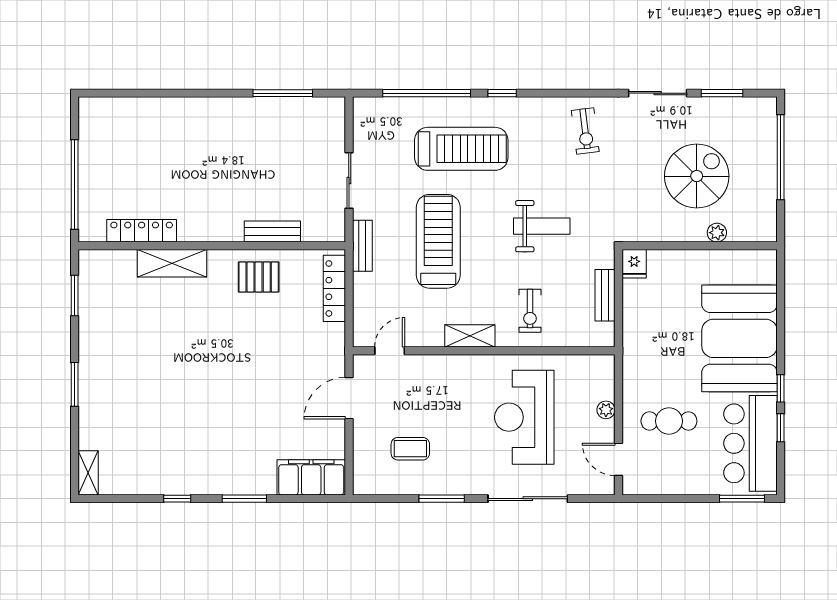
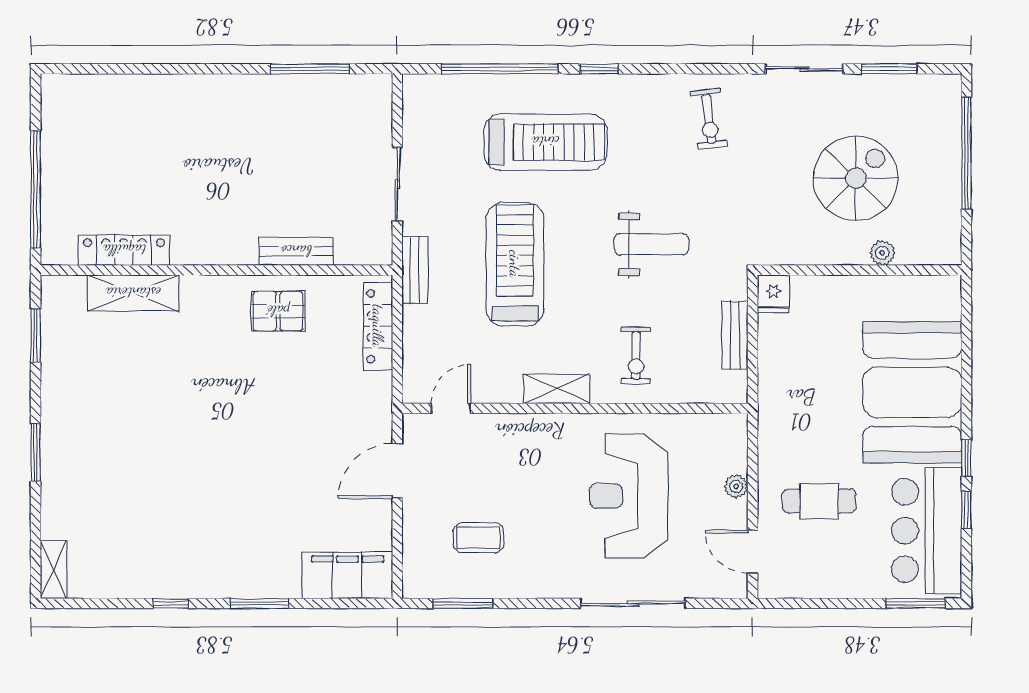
shelving: (172, 263) -> (133, 293), moved
window: (442, 499) -> (463, 603), moved

